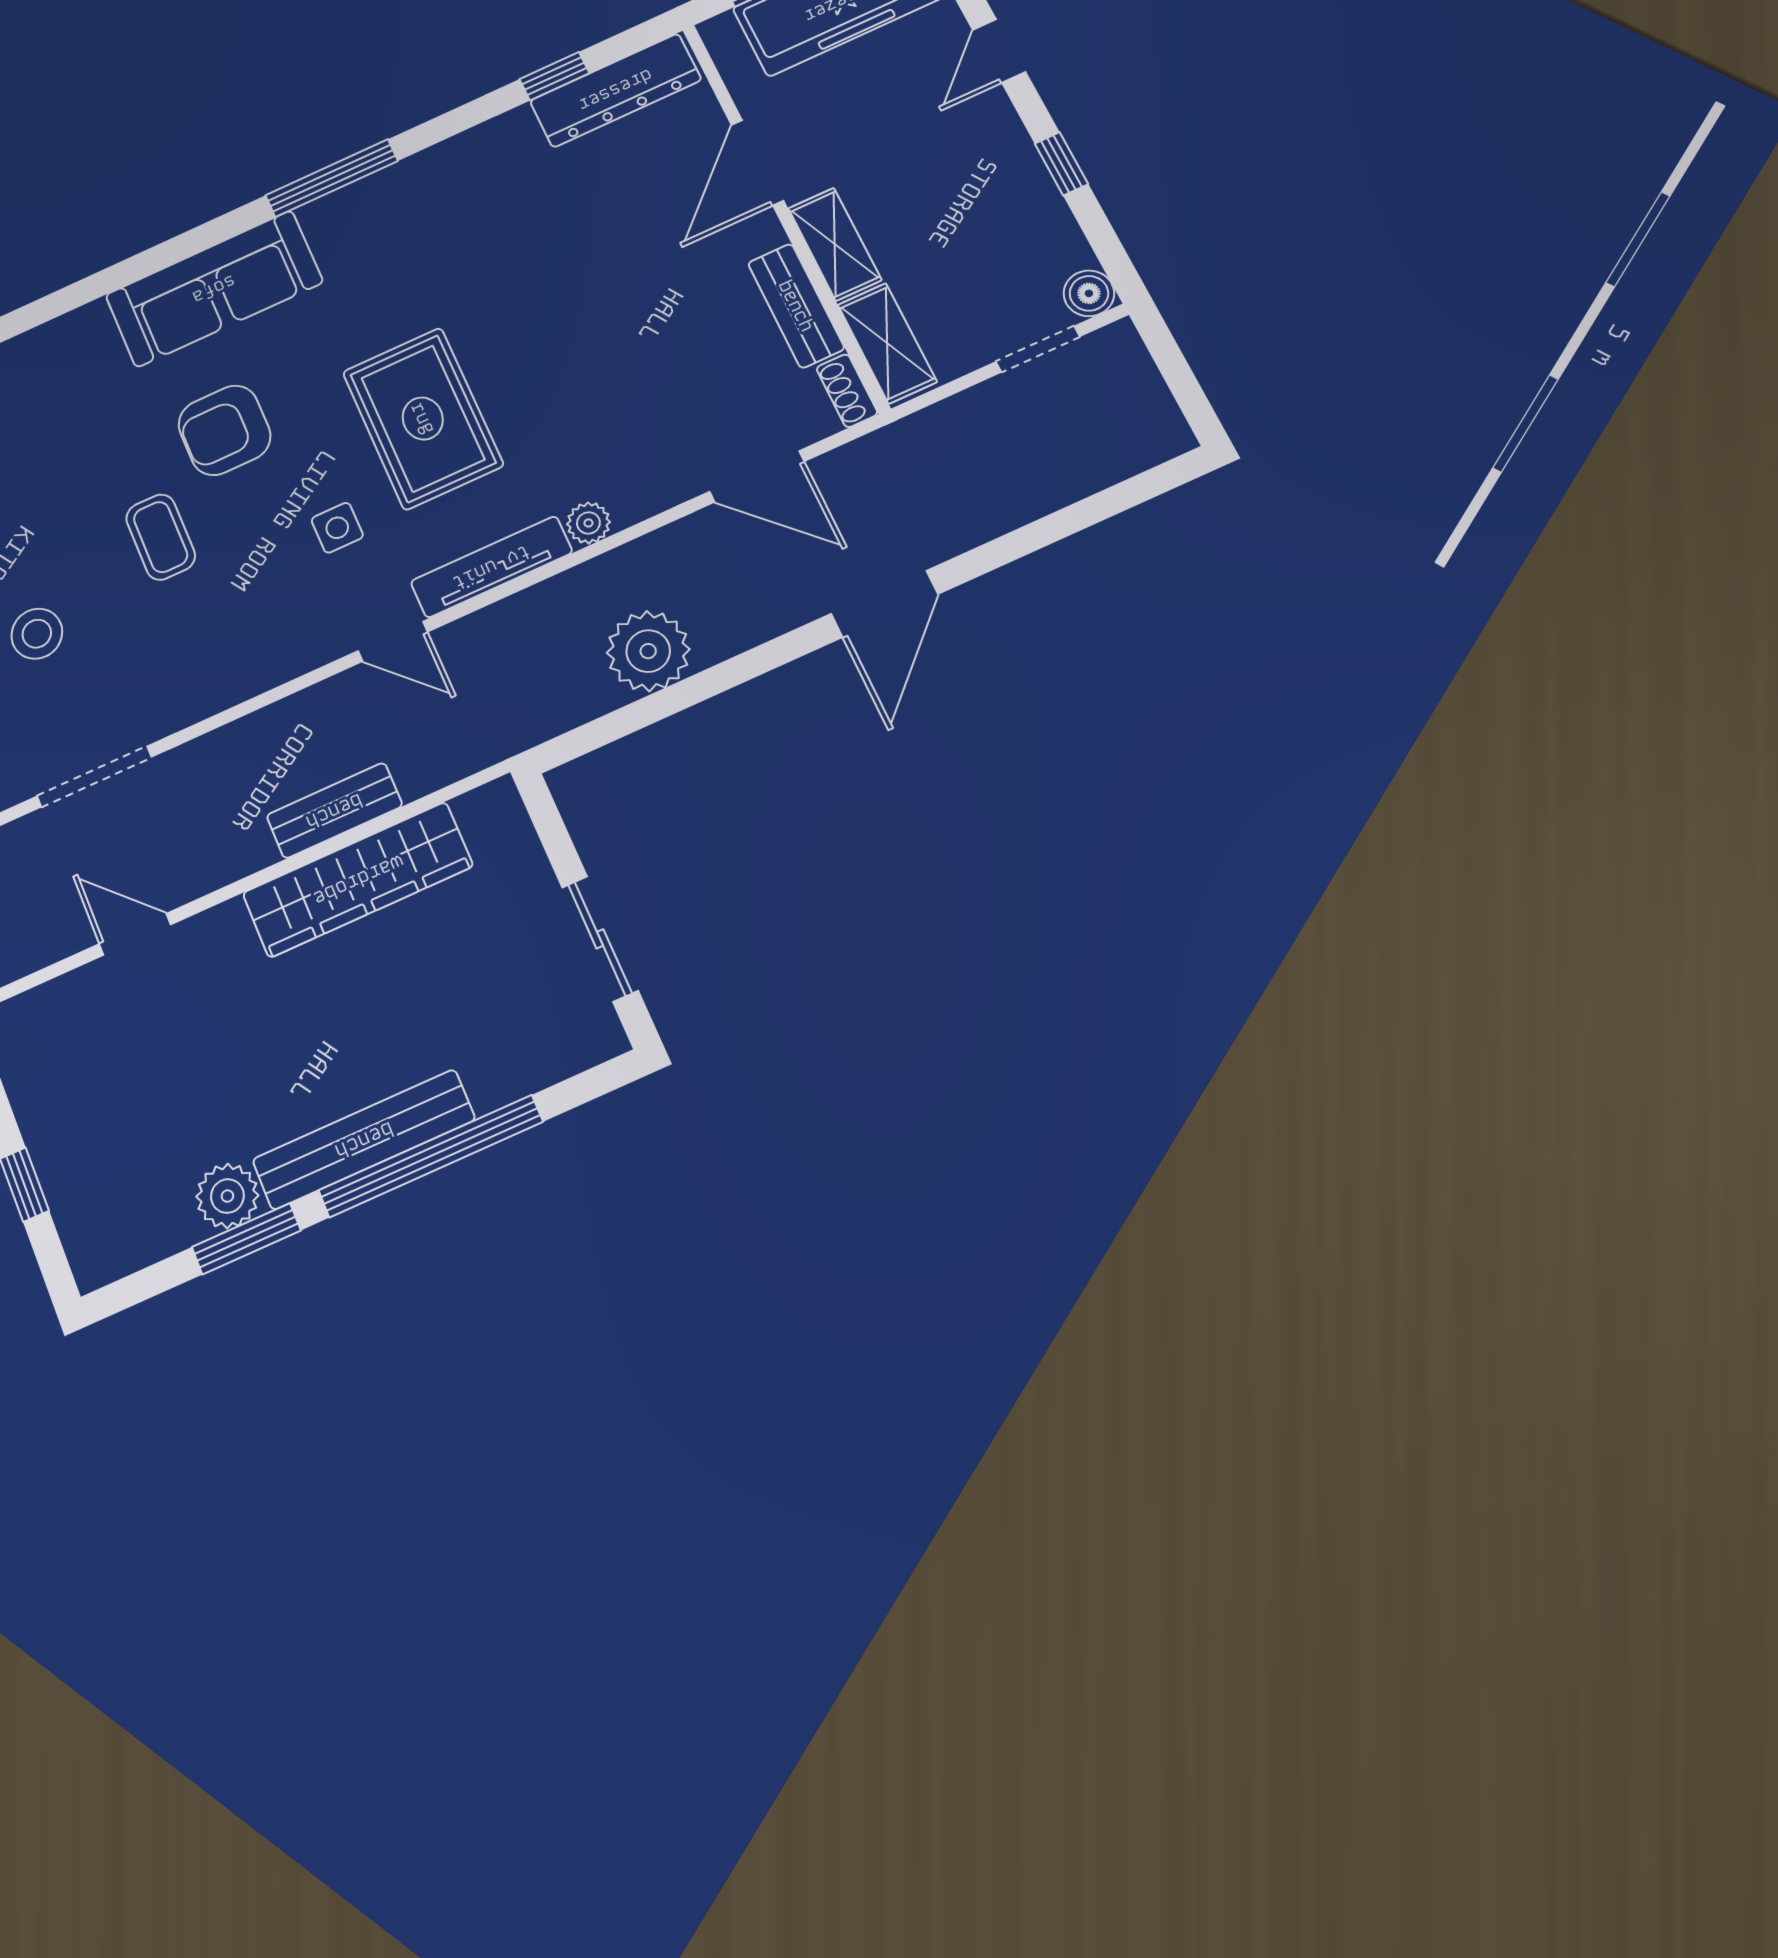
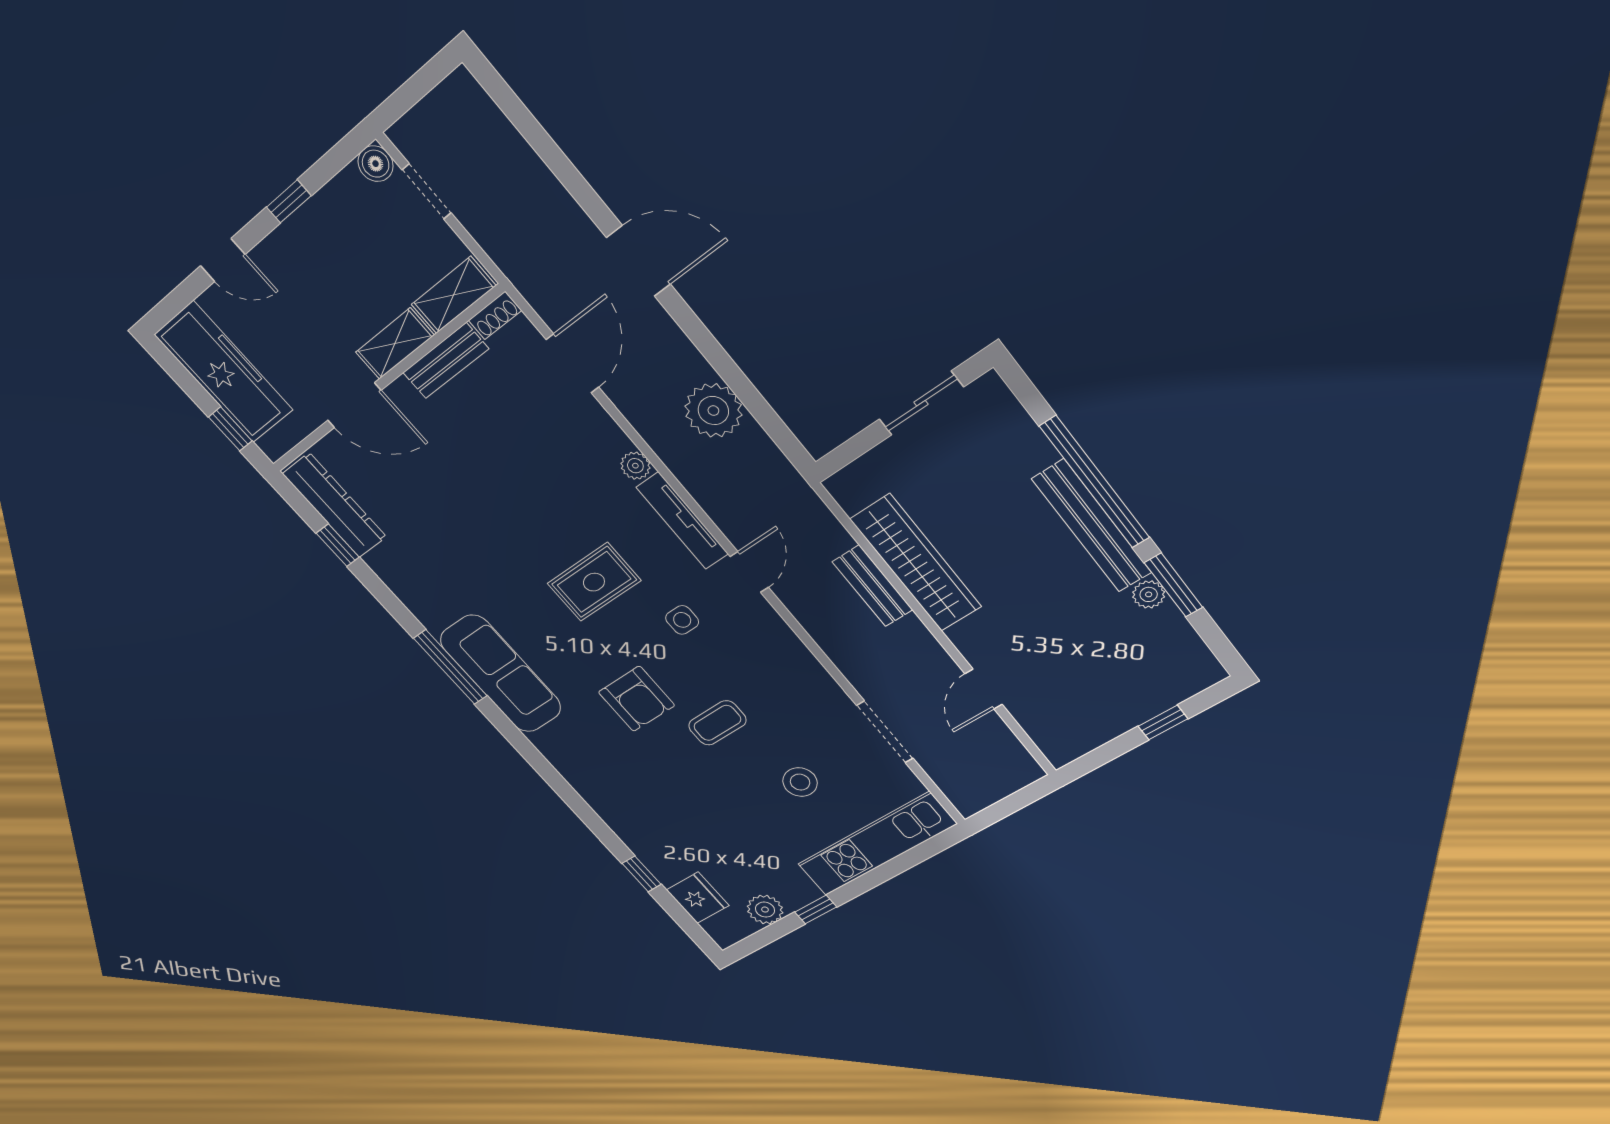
sofa: (214, 289) -> (501, 674), moved
rug: (423, 418) -> (594, 582), width x0.73, depth x0.70
plant: (227, 1196) -> (1149, 594), width x0.73, depth x0.73

